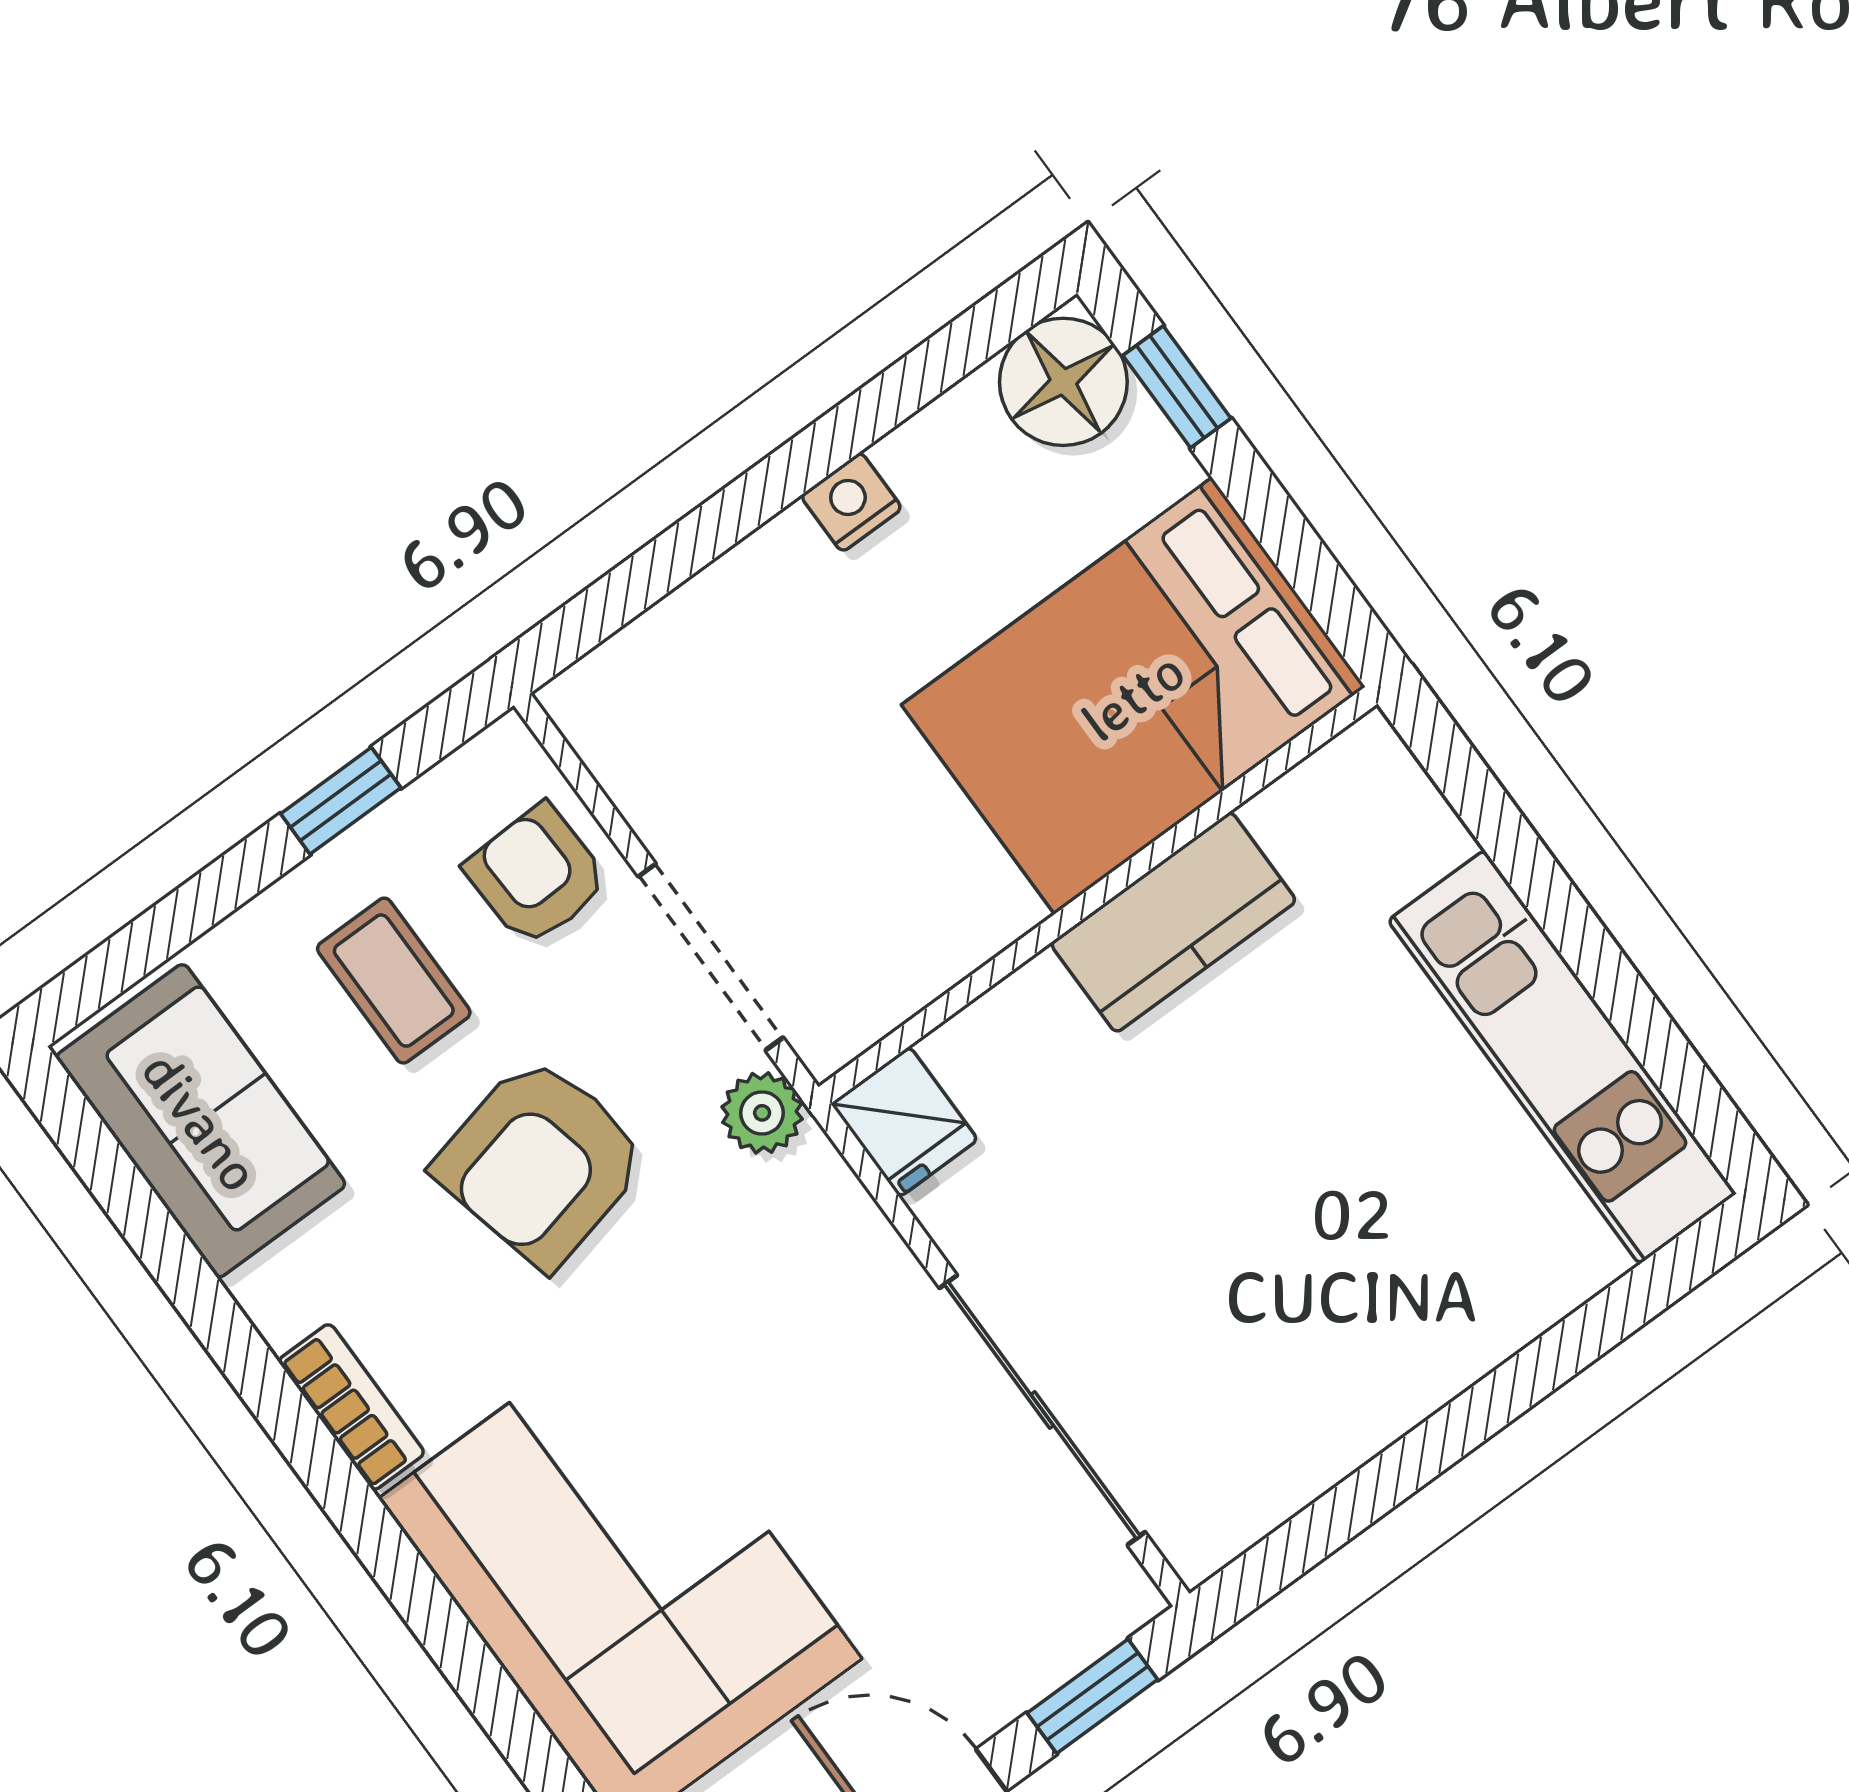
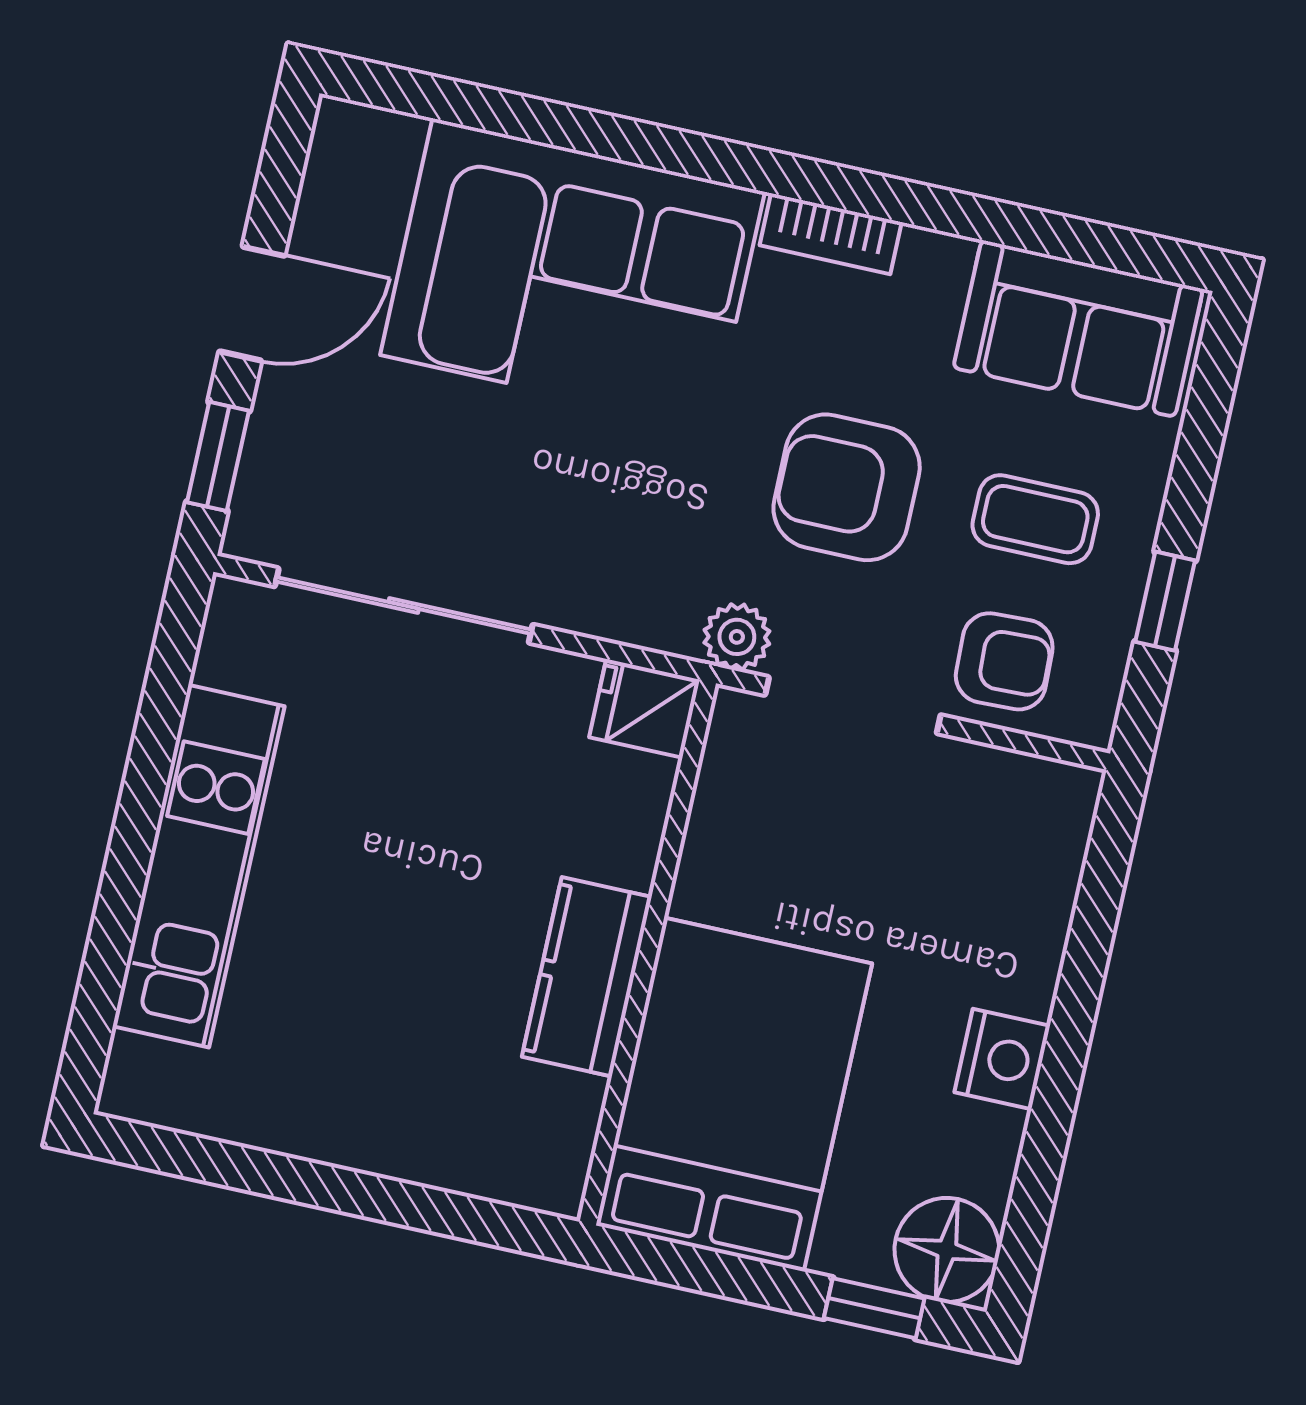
nightstand: (851, 502) -> (1002, 1059), width x1.39, depth x1.35
kitchen unit: (1562, 1057) -> (199, 866), moved, turned 90
armchair: (541, 1162) -> (847, 487), turned -77

